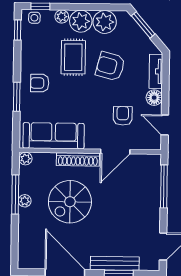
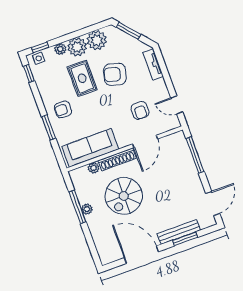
floor lamp: (154, 98) -> (160, 86), removed
armchair: (123, 116) -> (140, 110), turned 180
plant: (25, 159) -> (94, 168), moved

